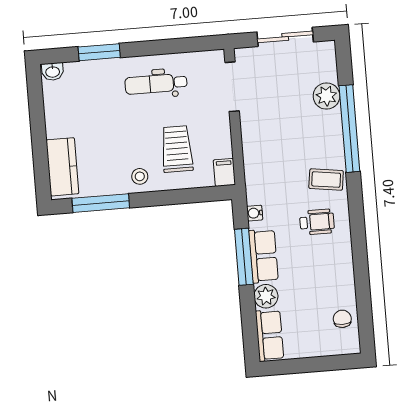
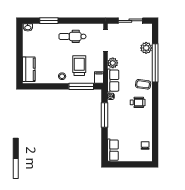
window: (101, 203) -> (81, 86), moved
row of seats: (263, 256) -> (113, 81), moved
plant: (266, 296) -> (113, 63), moved

